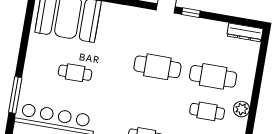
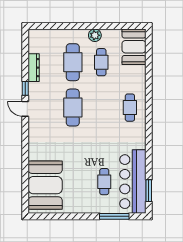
dresser: (245, 32) -> (34, 68), moved
cafe table: (75, 73) -> (104, 182), moved

